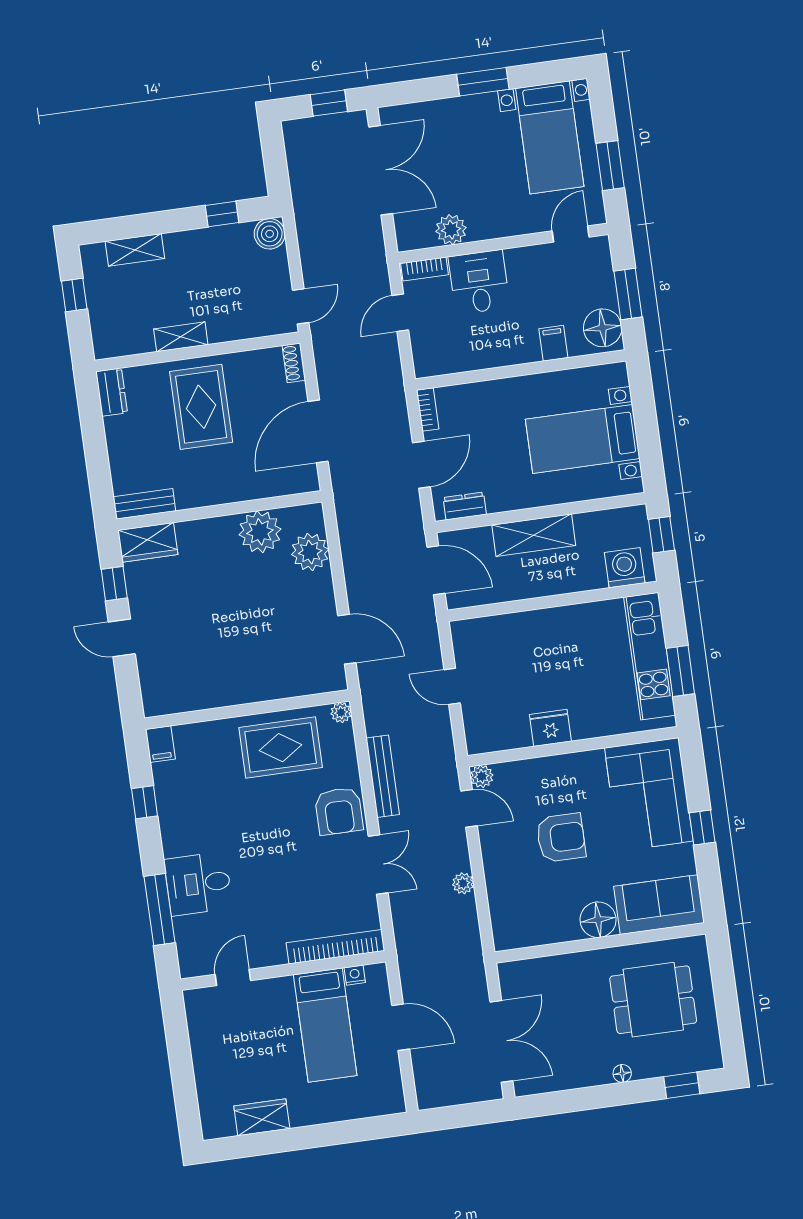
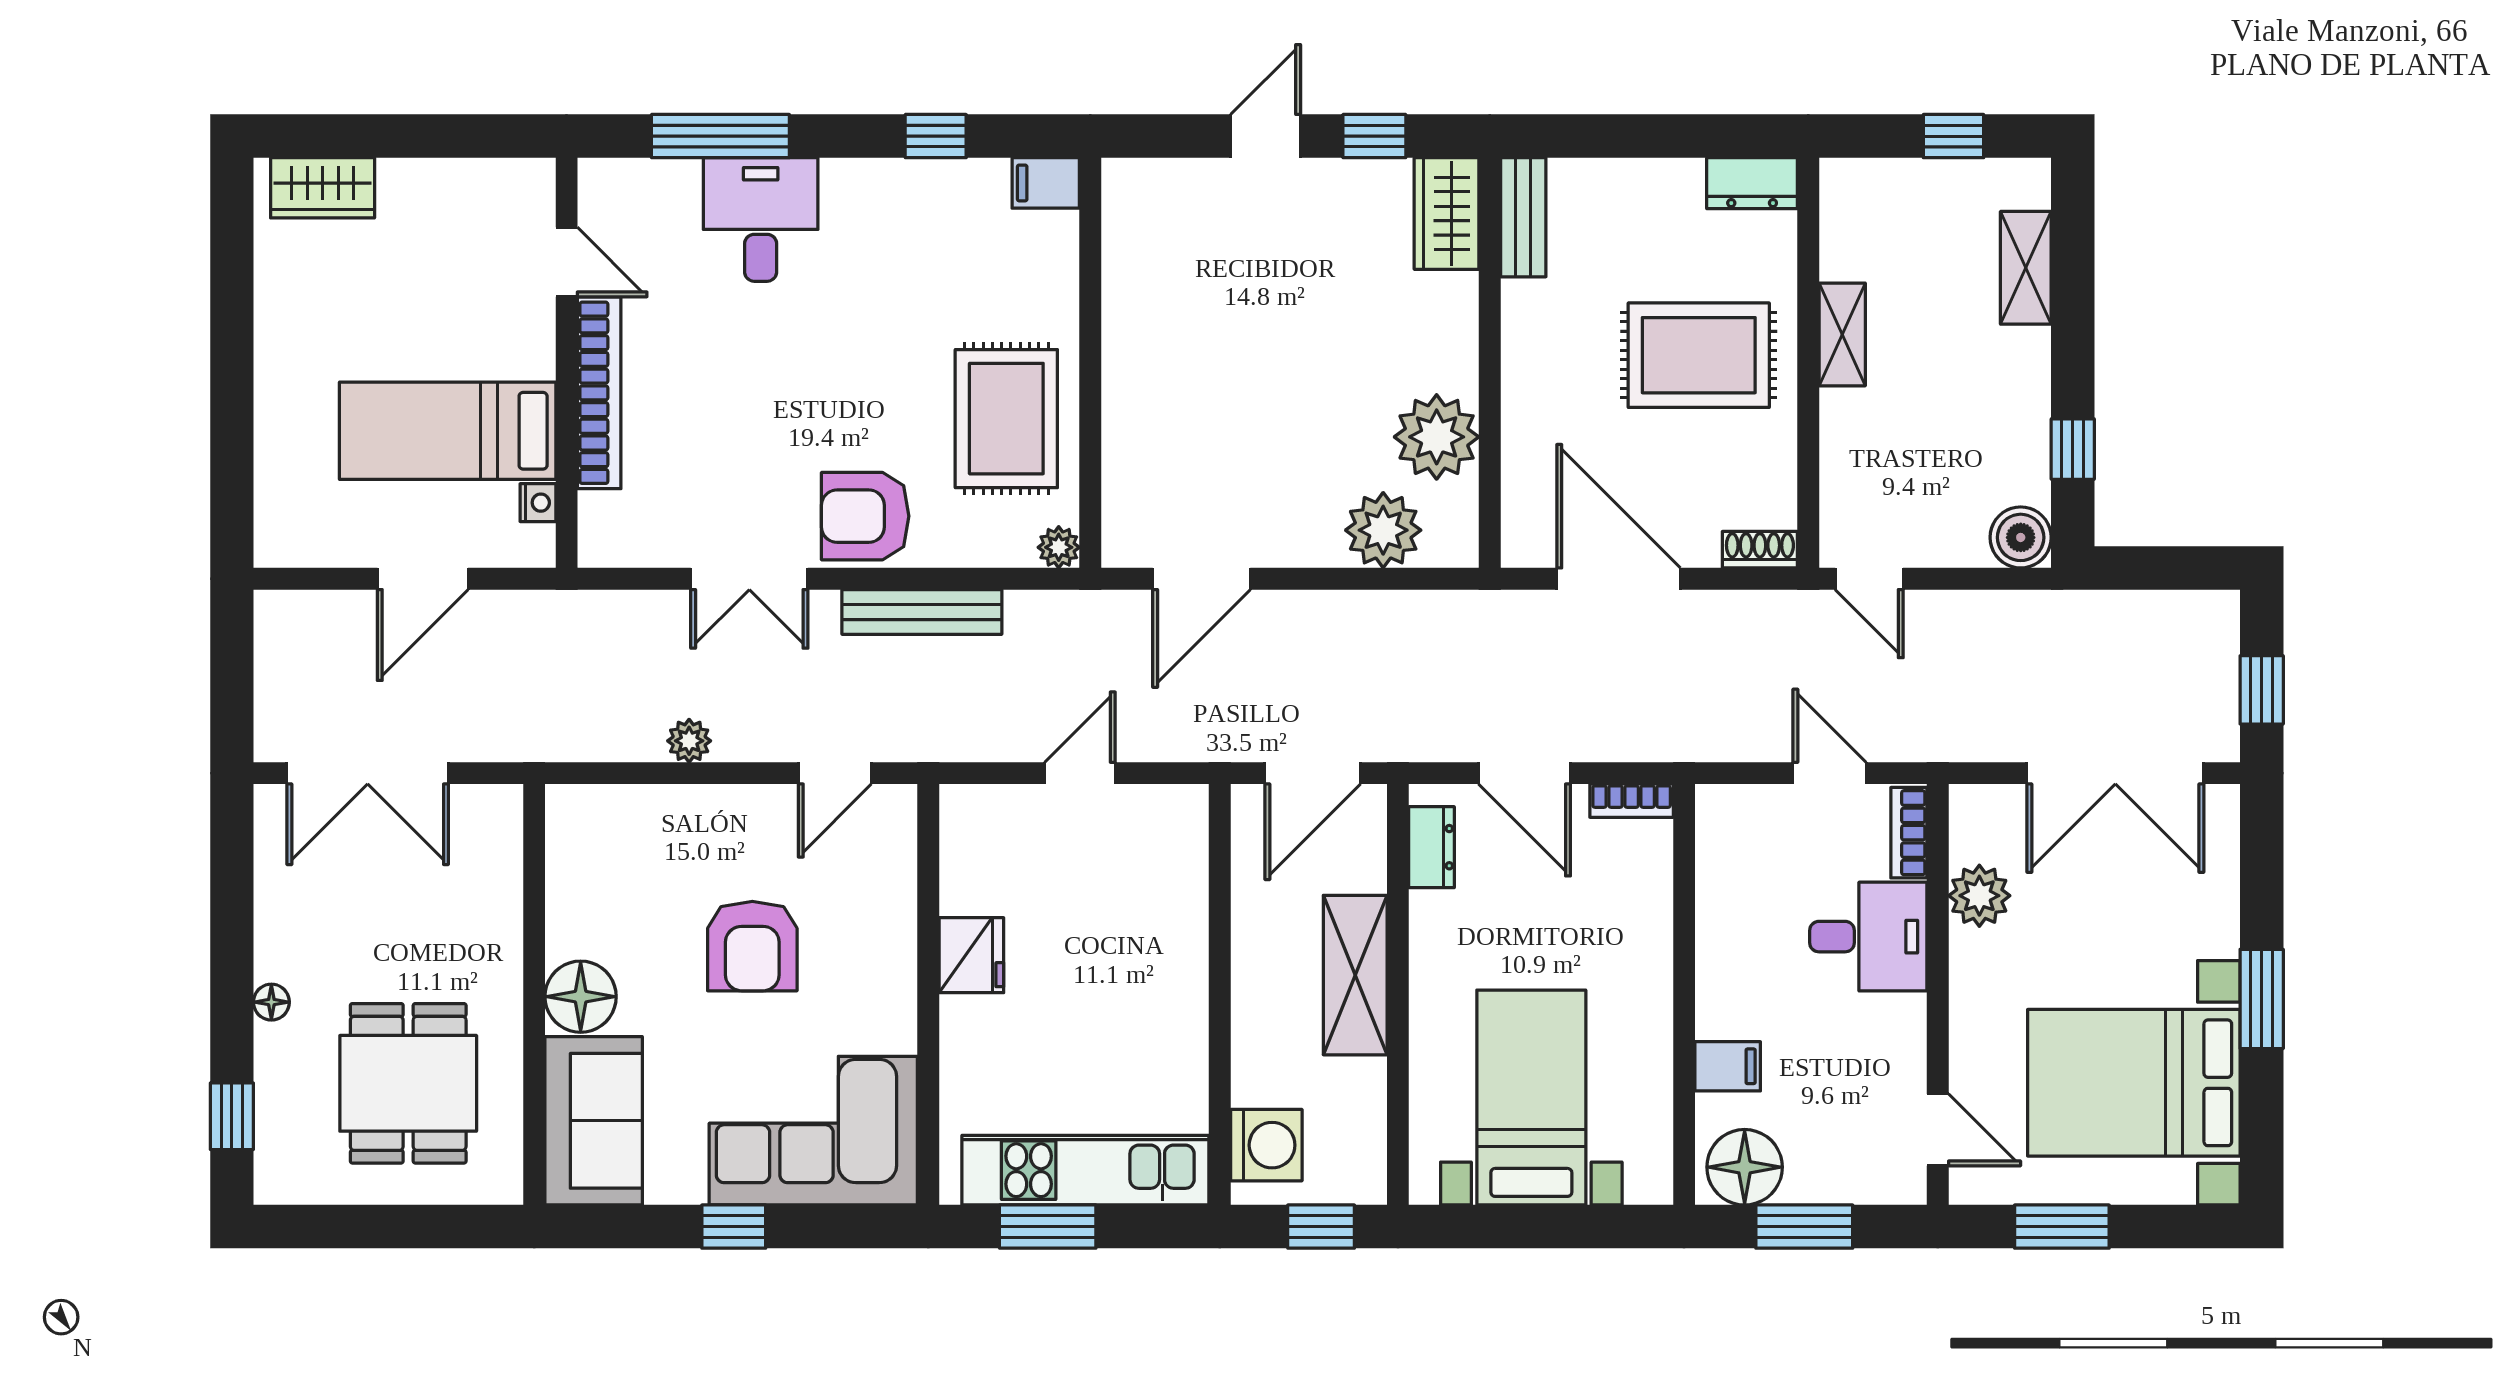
bed with nightstands: (550, 137) -> (2134, 1083), width x1.36
plant: (482, 776) -> (895, 807), removed
bookcase: (335, 947) -> (599, 393), moved
wardrobe: (262, 1117) -> (323, 188), moved, turned 90

